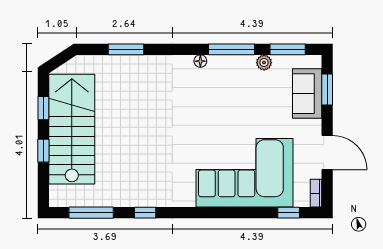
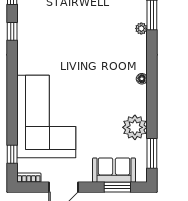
window: (232, 49) -> (152, 105), removed
plant: (142, 62) -> (141, 28), added
plant: (264, 63) -> (135, 127), width x1.87, depth x1.87

